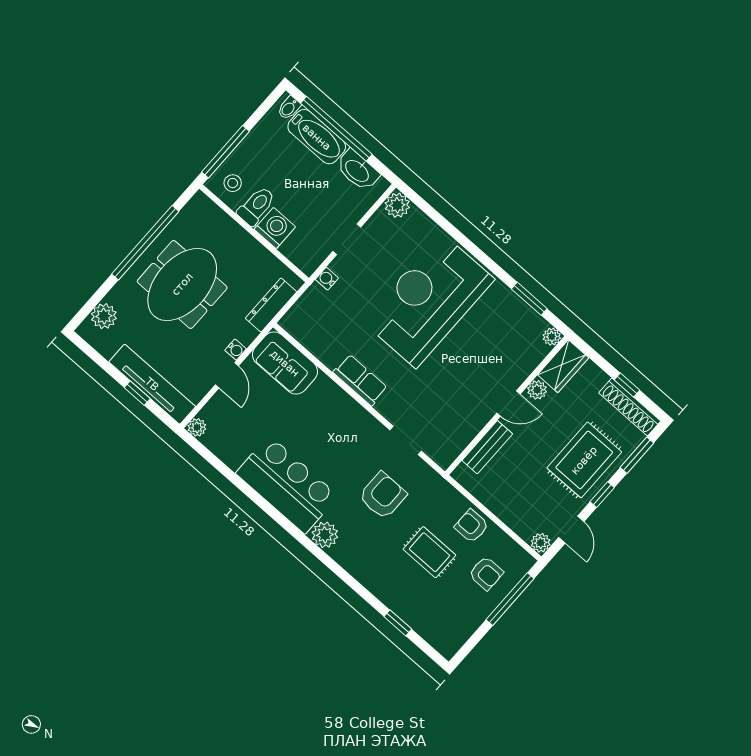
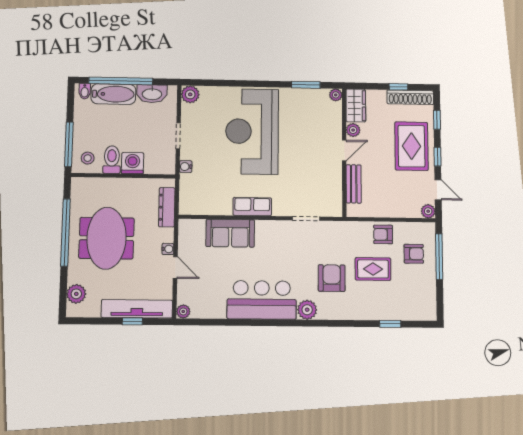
sofa: (285, 363) -> (230, 233), moved
window: (637, 455) -> (437, 120), width x0.67
armchair: (383, 496) -> (332, 278), moved

